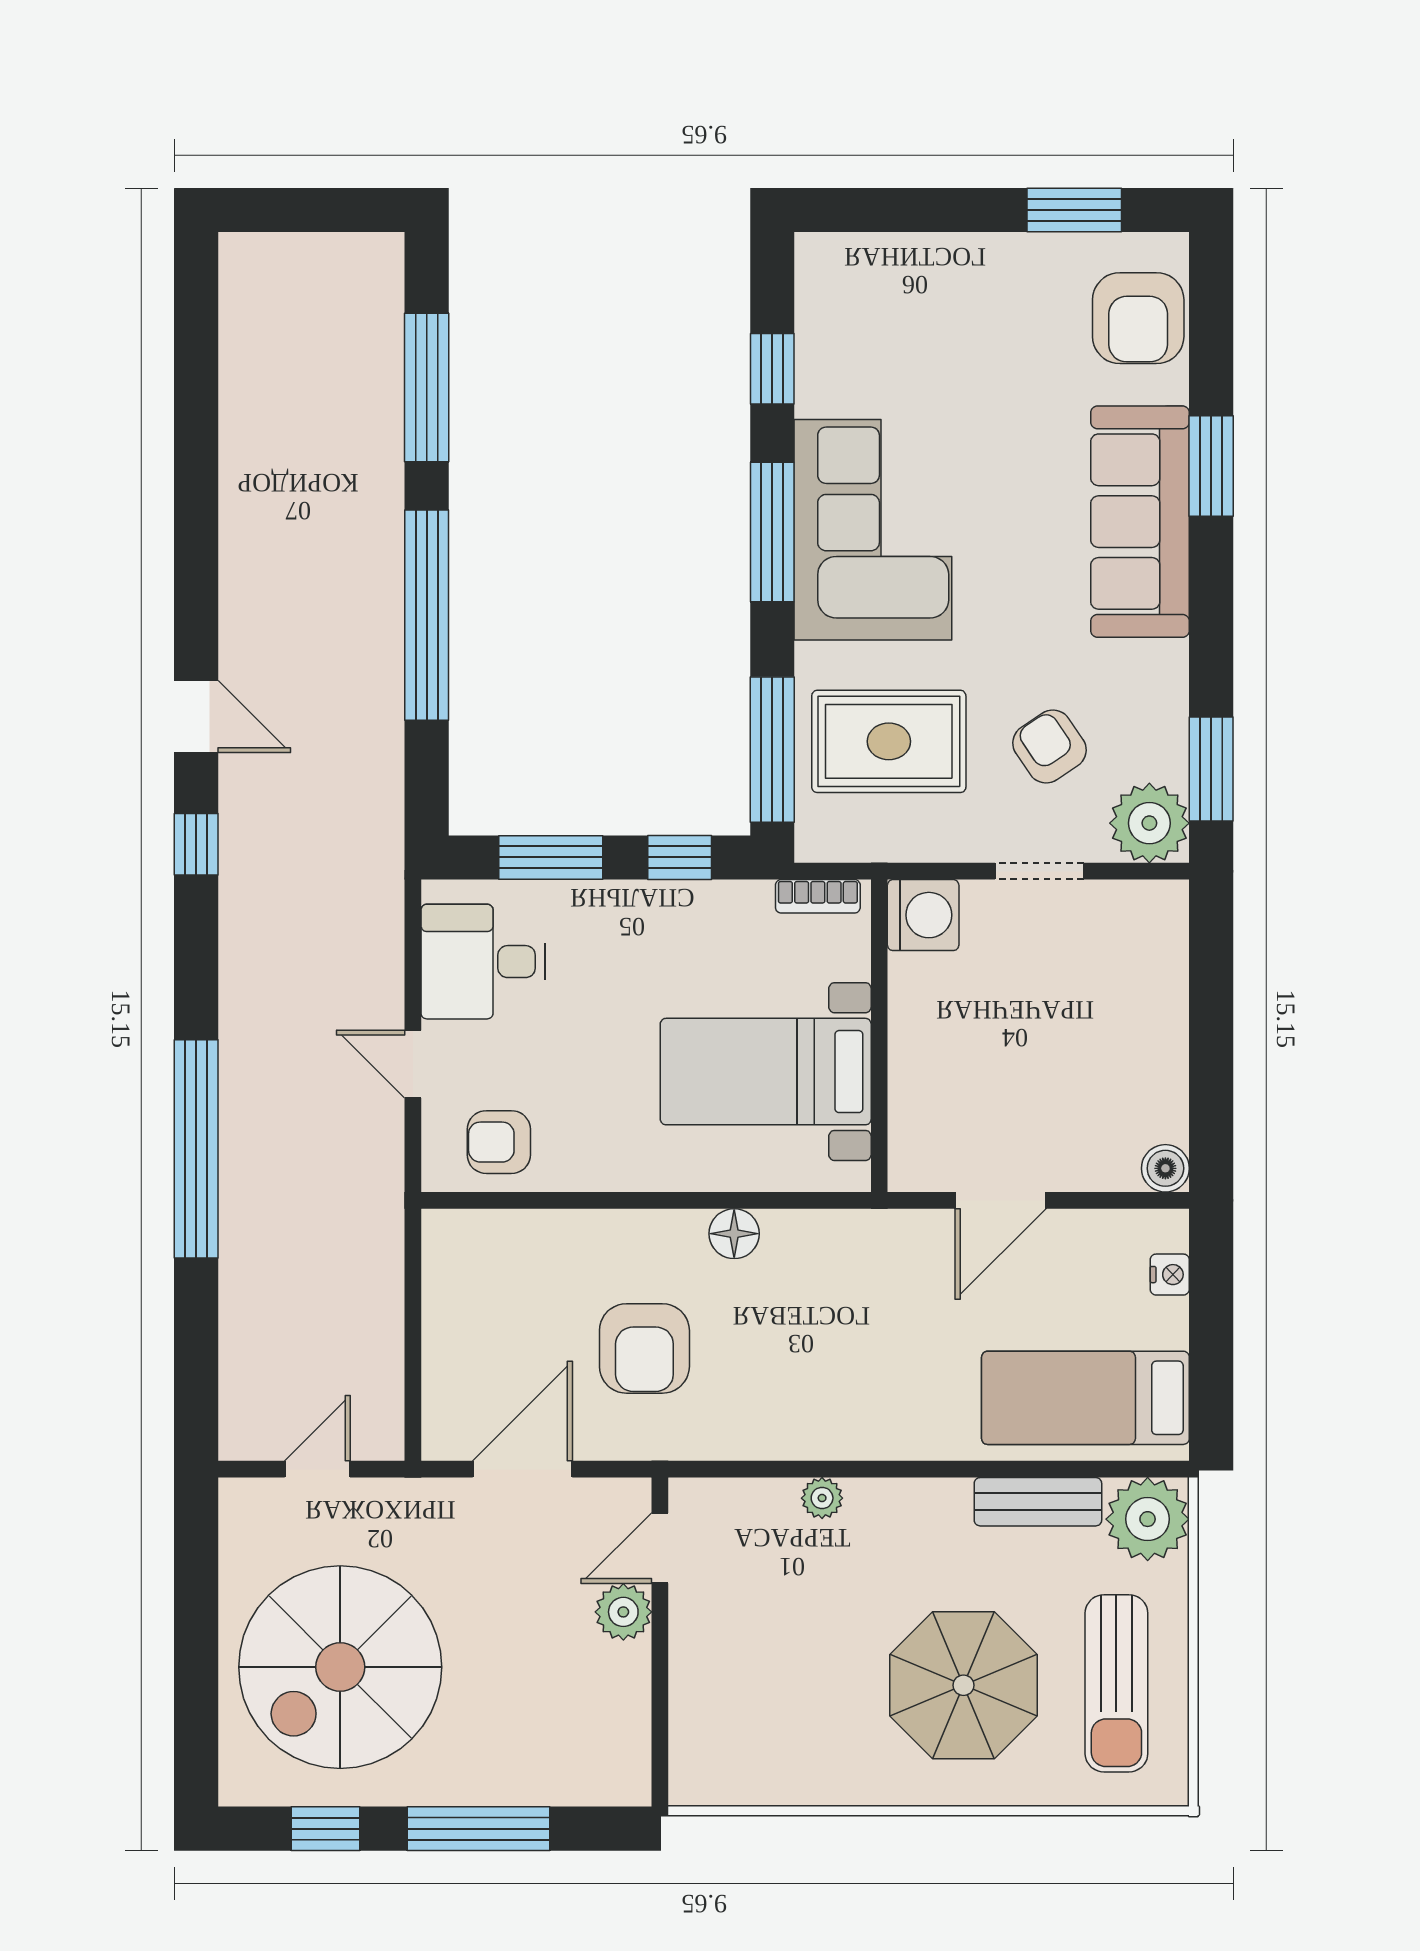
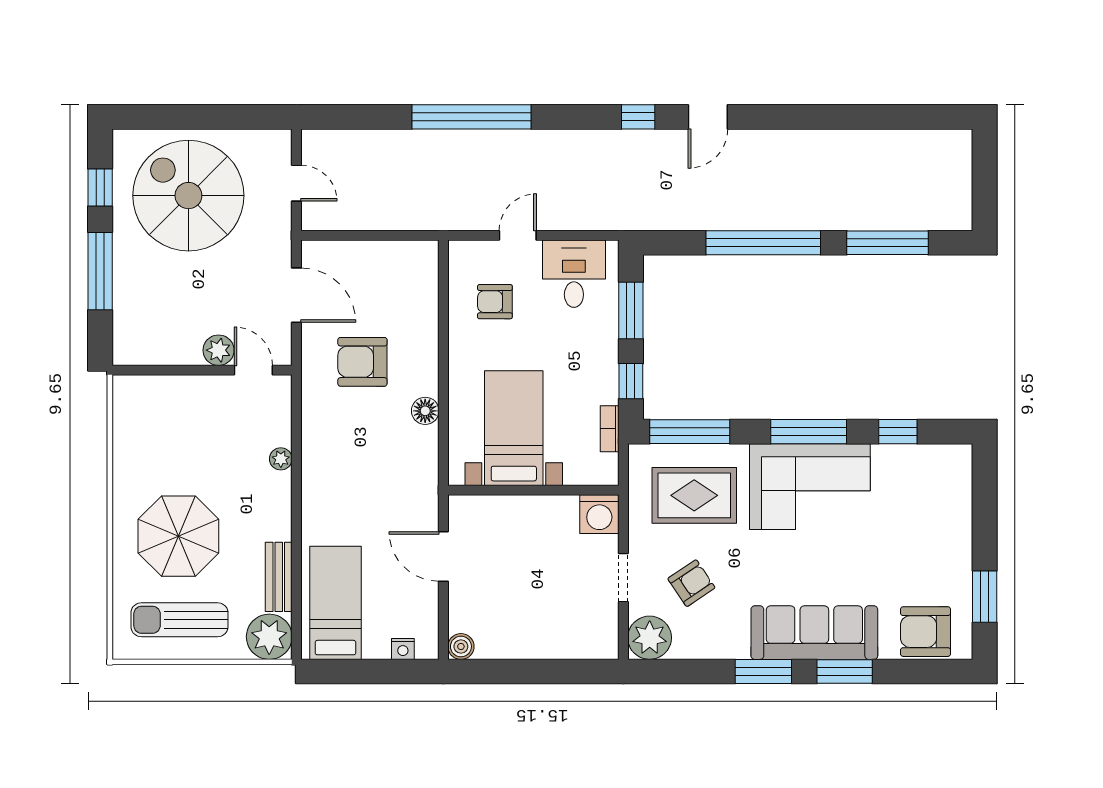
rug: (889, 741) -> (694, 495), turned 90
window: (1211, 769) -> (763, 671), moved
bookcase: (818, 896) -> (610, 429), moved
armchair: (499, 1142) -> (495, 302), moved, turned -90

